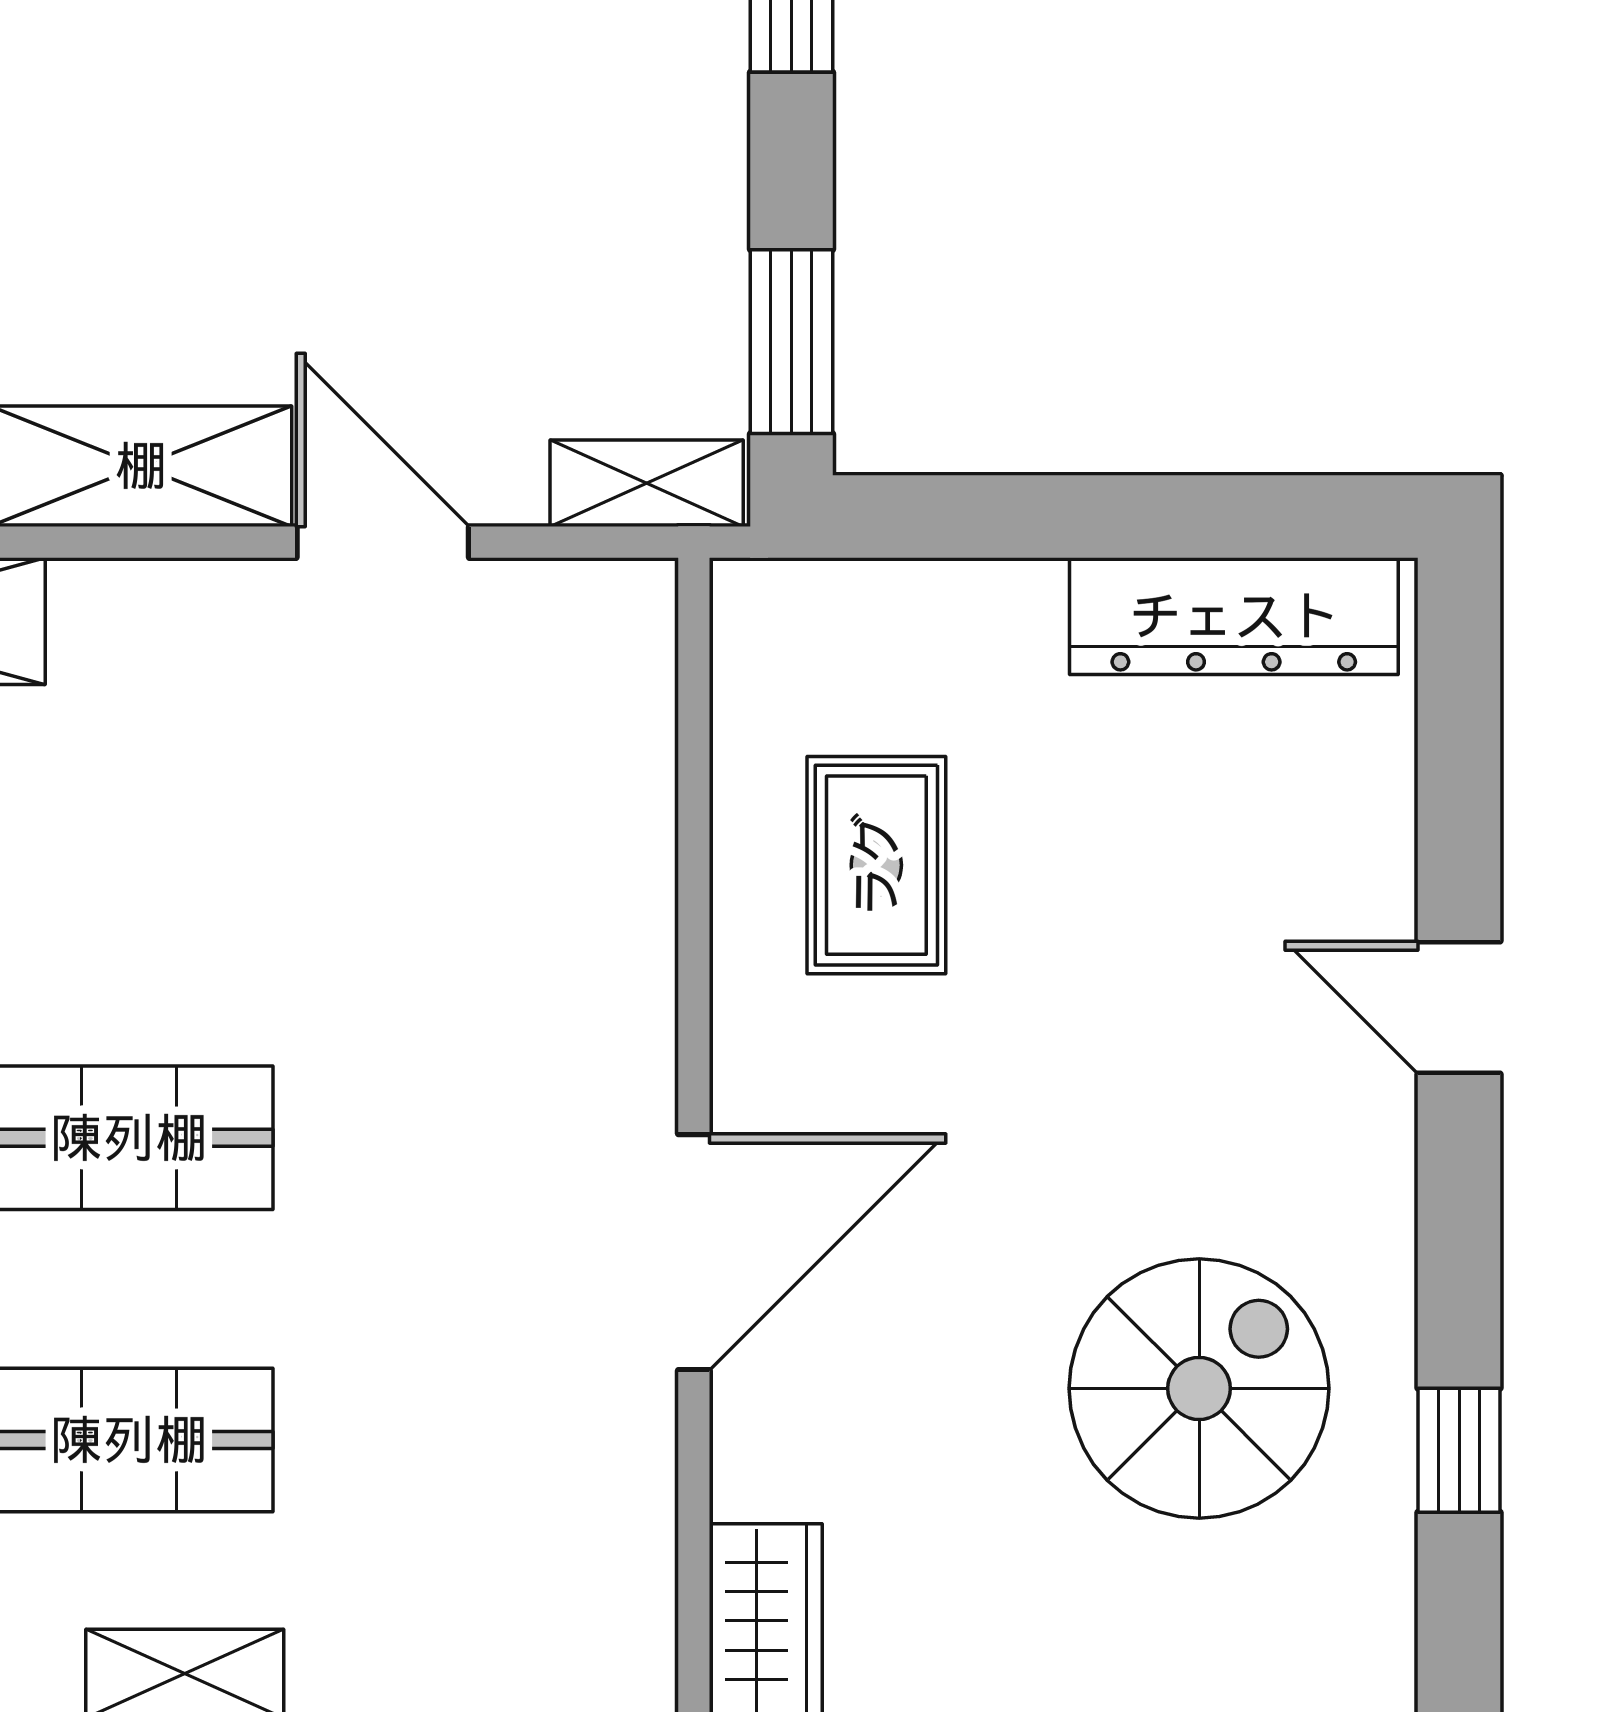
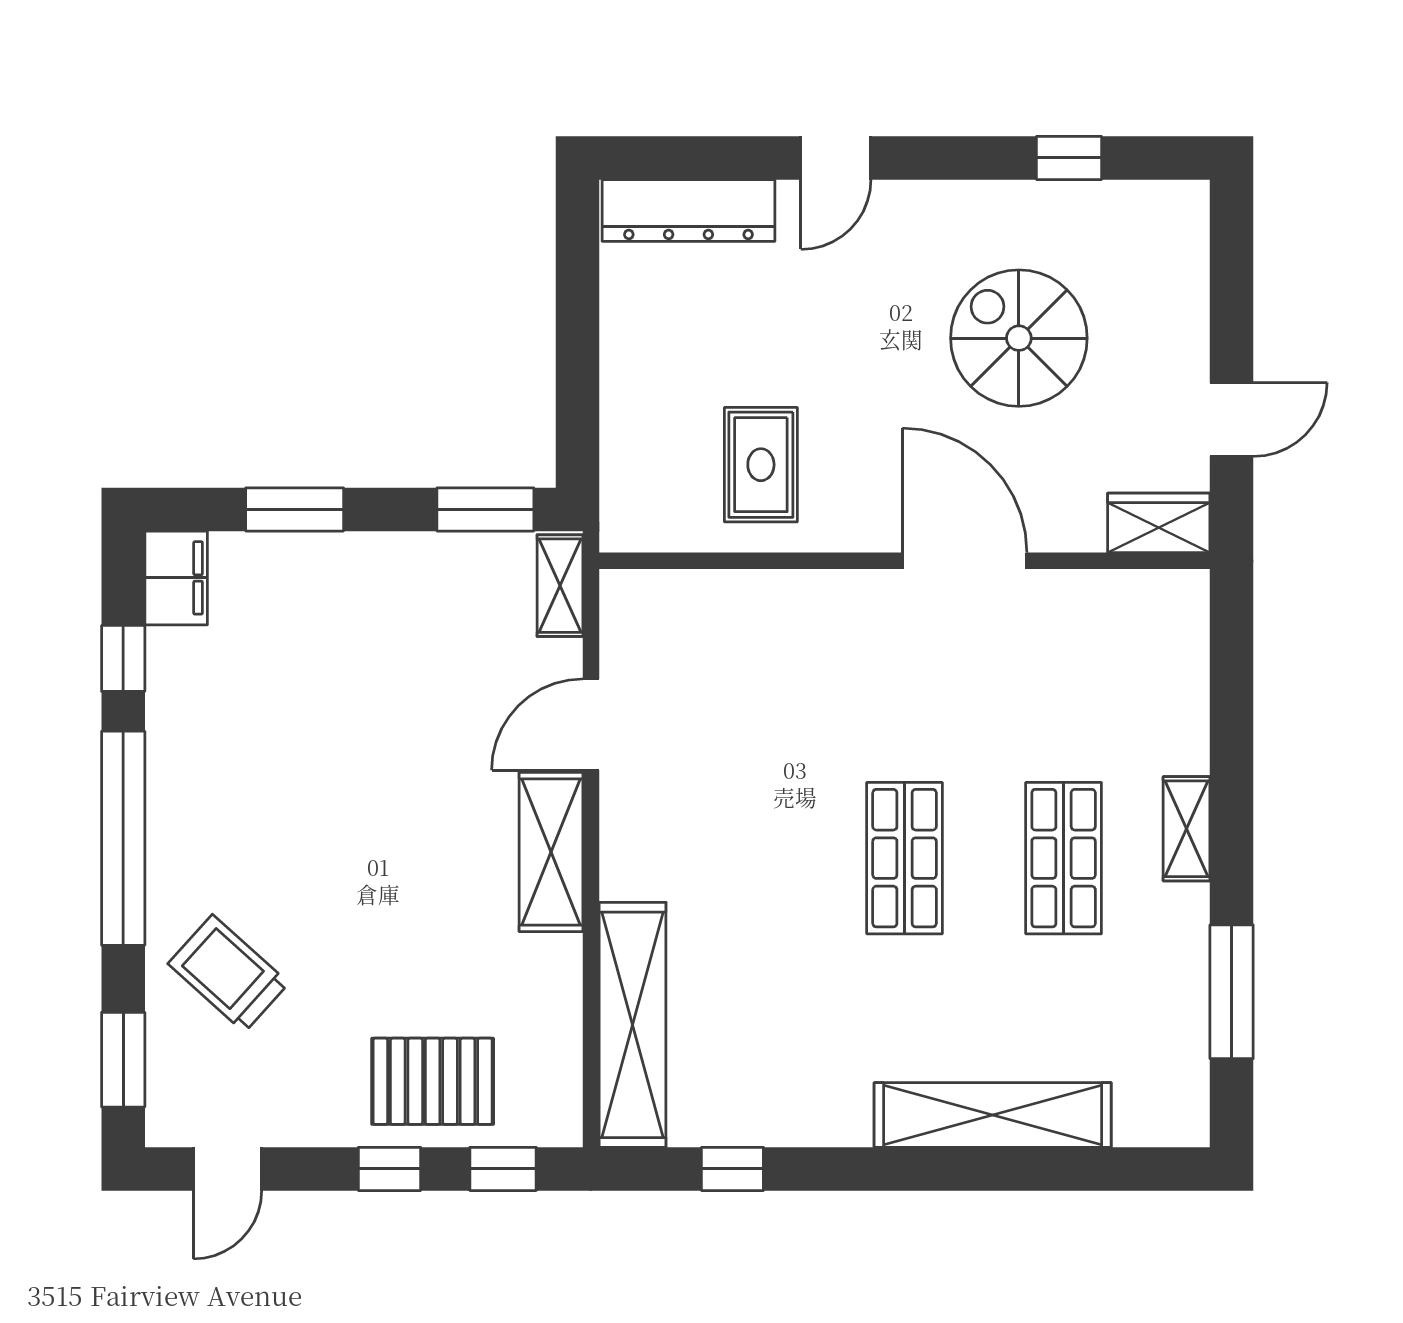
dresser: (1234, 616) -> (688, 210), moved, turned 90
rug: (876, 865) -> (761, 465), turned 90
spiral stairs: (1199, 1388) -> (1019, 338), moved

